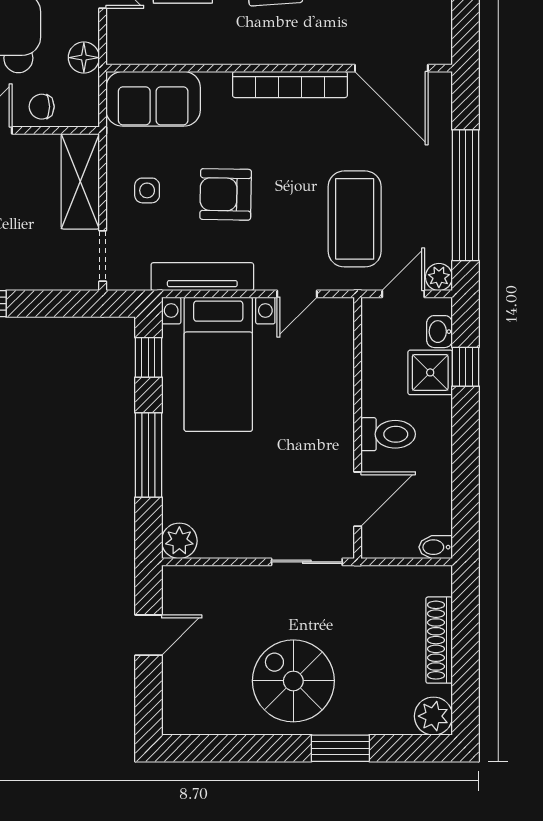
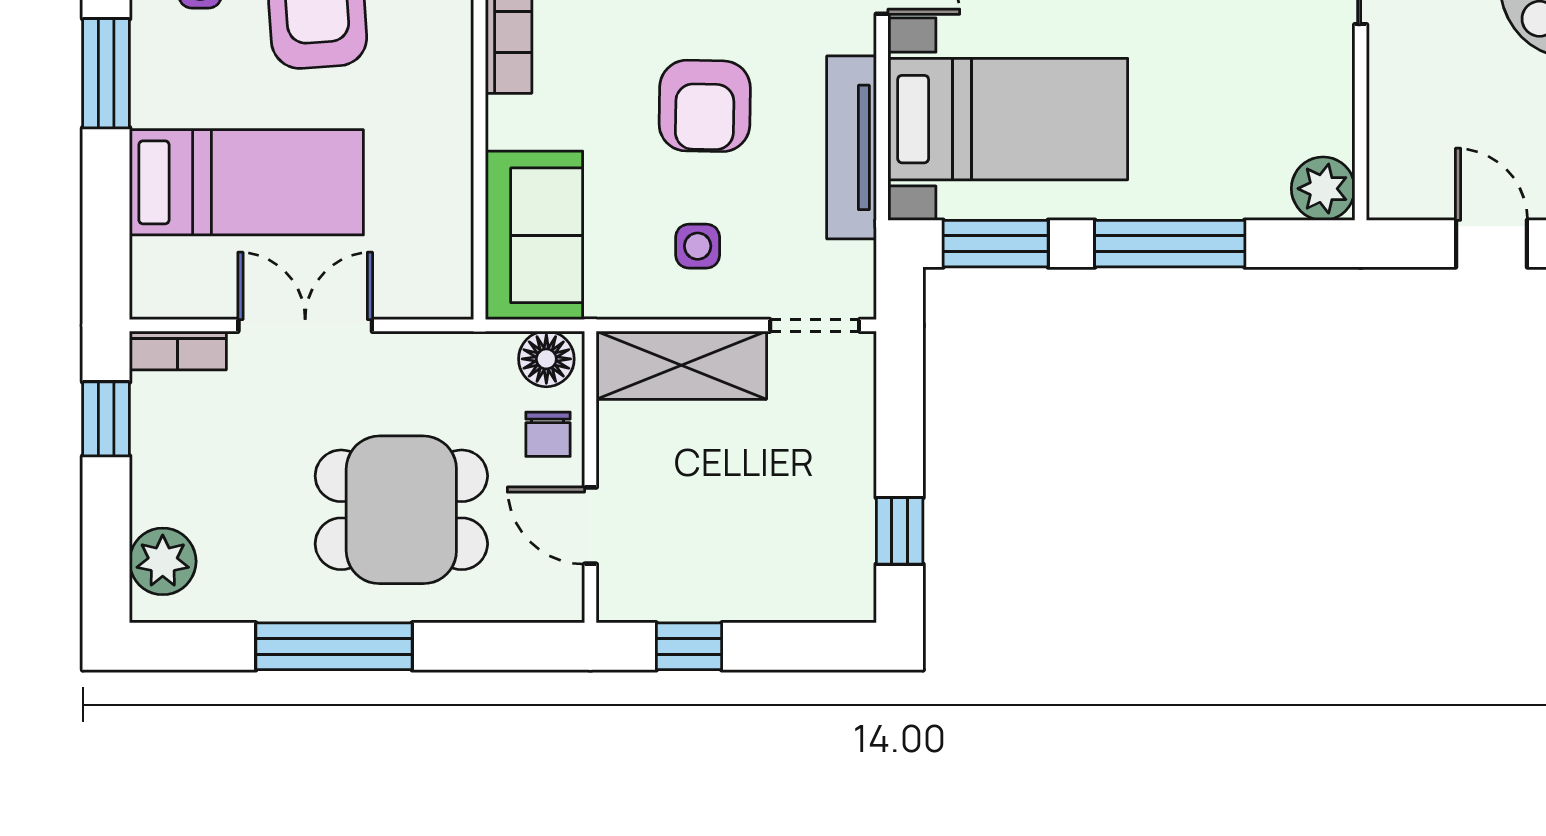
floor lamp: (84, 58) -> (546, 359), moved
window: (148, 357) -> (996, 244), width x1.50

